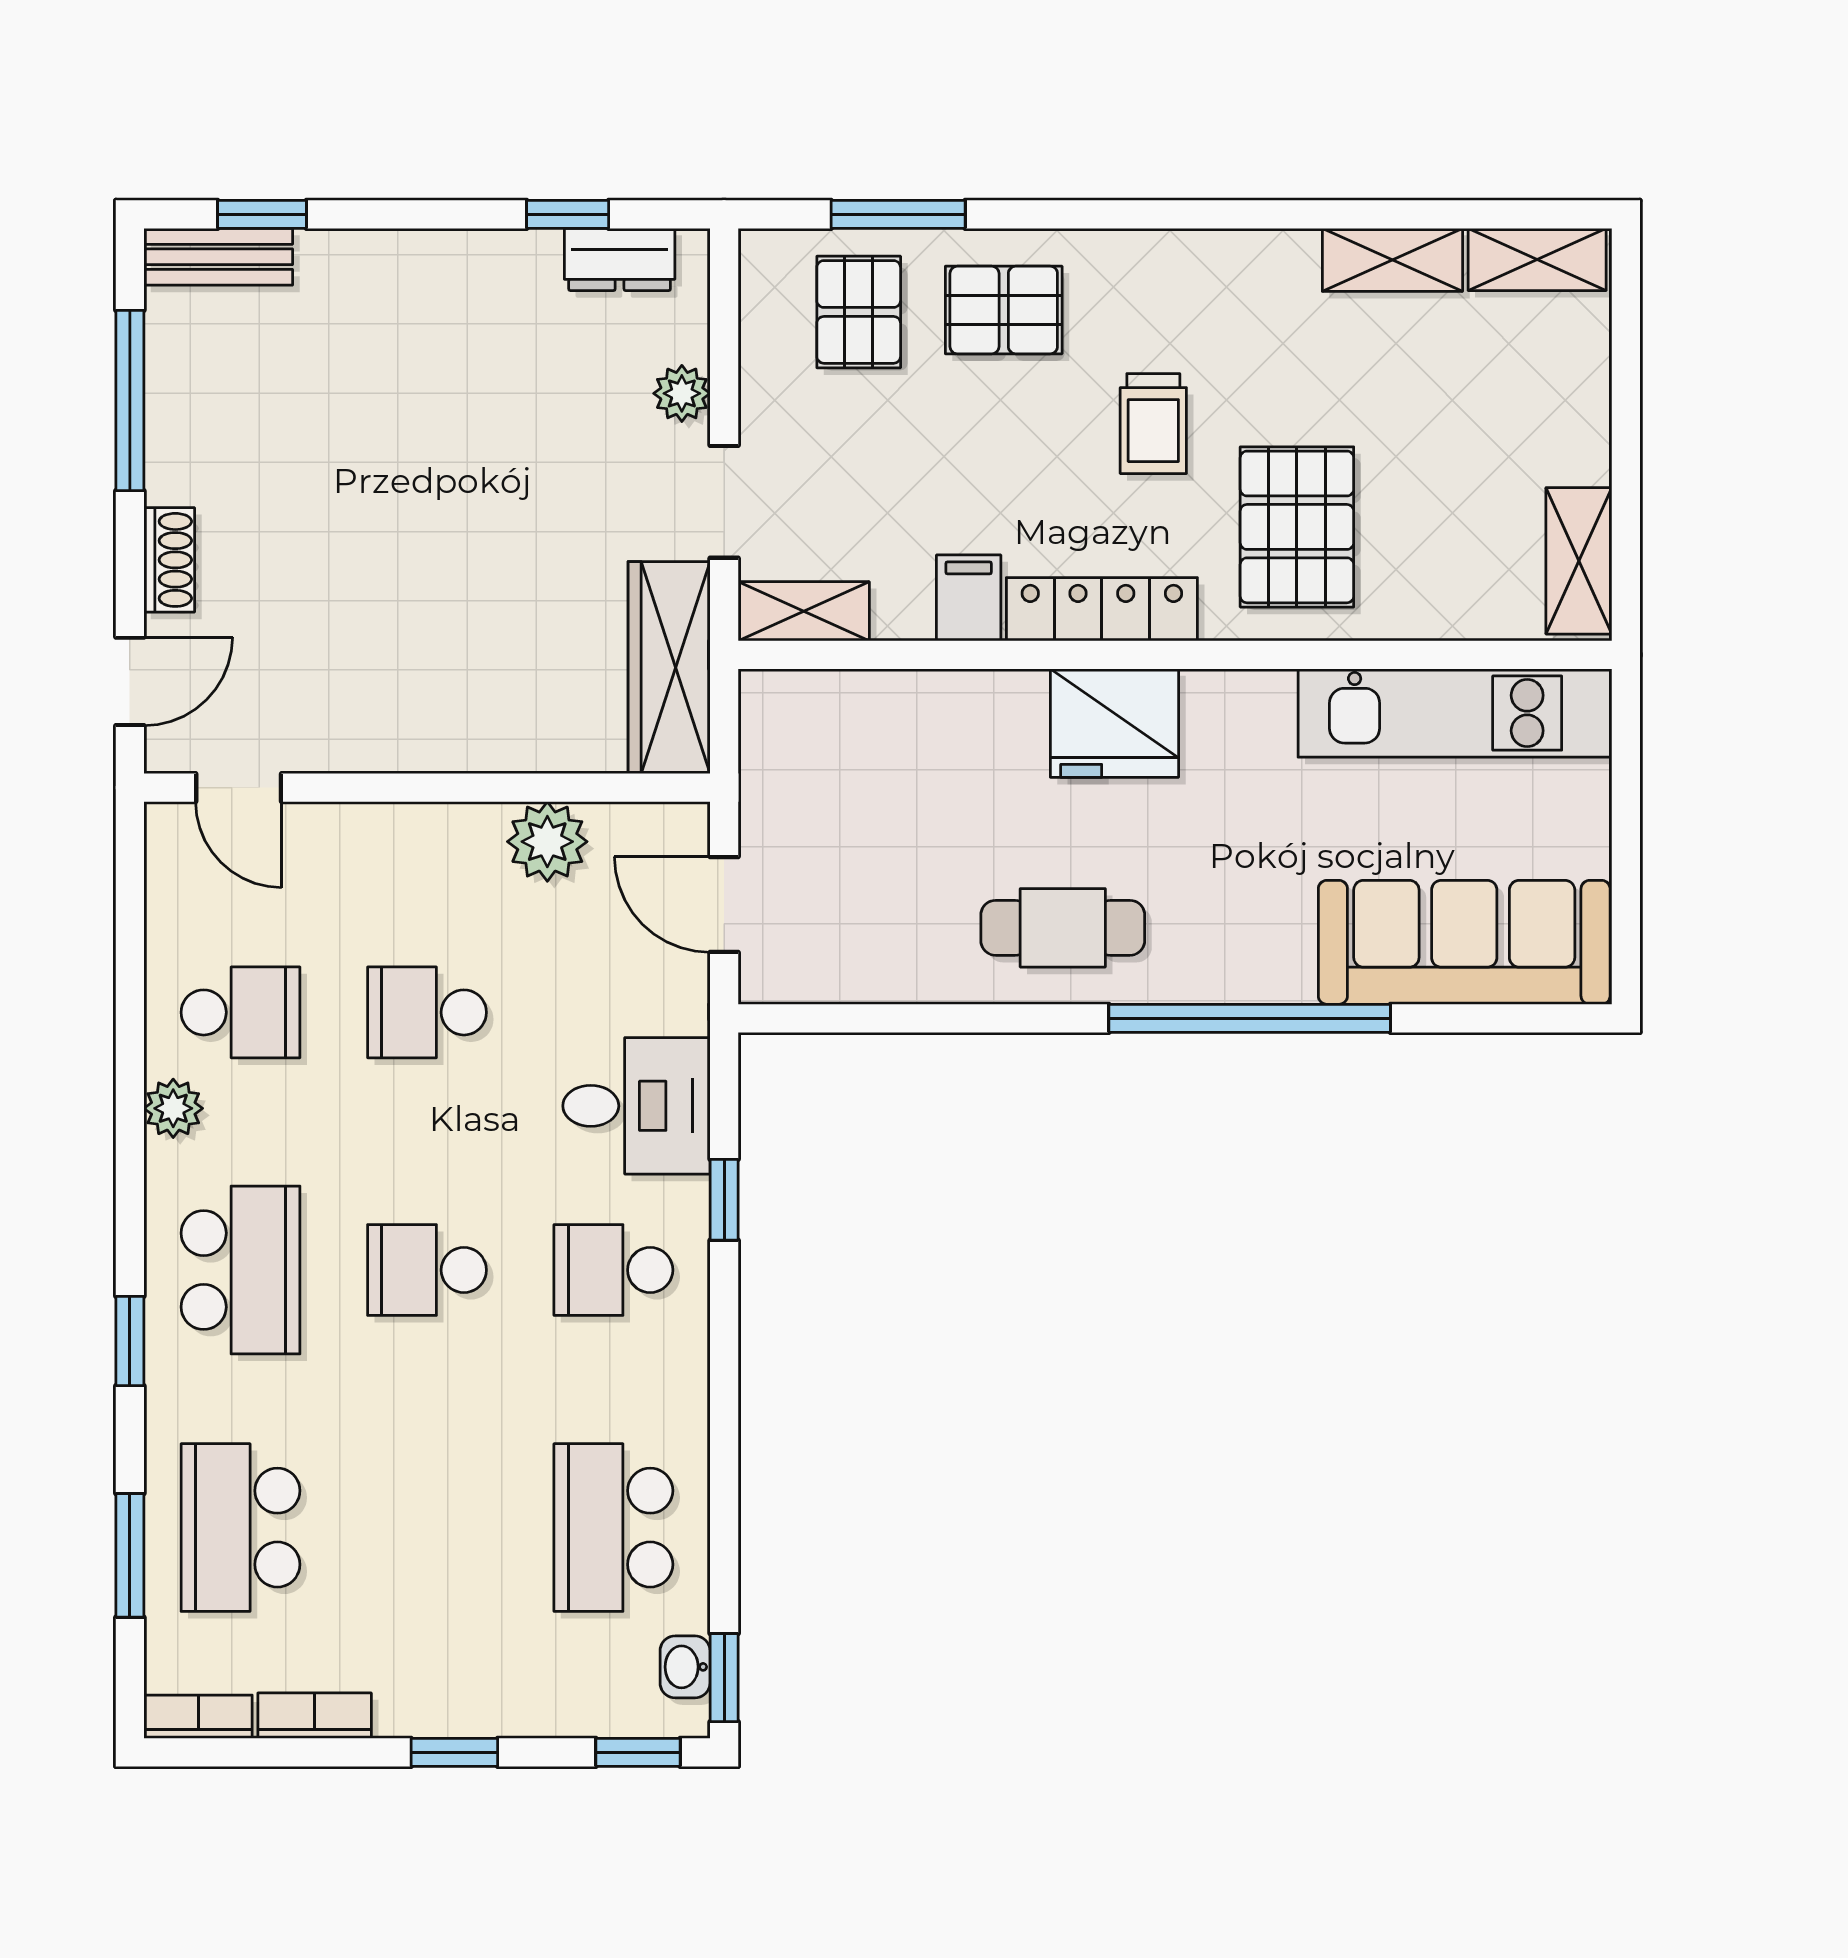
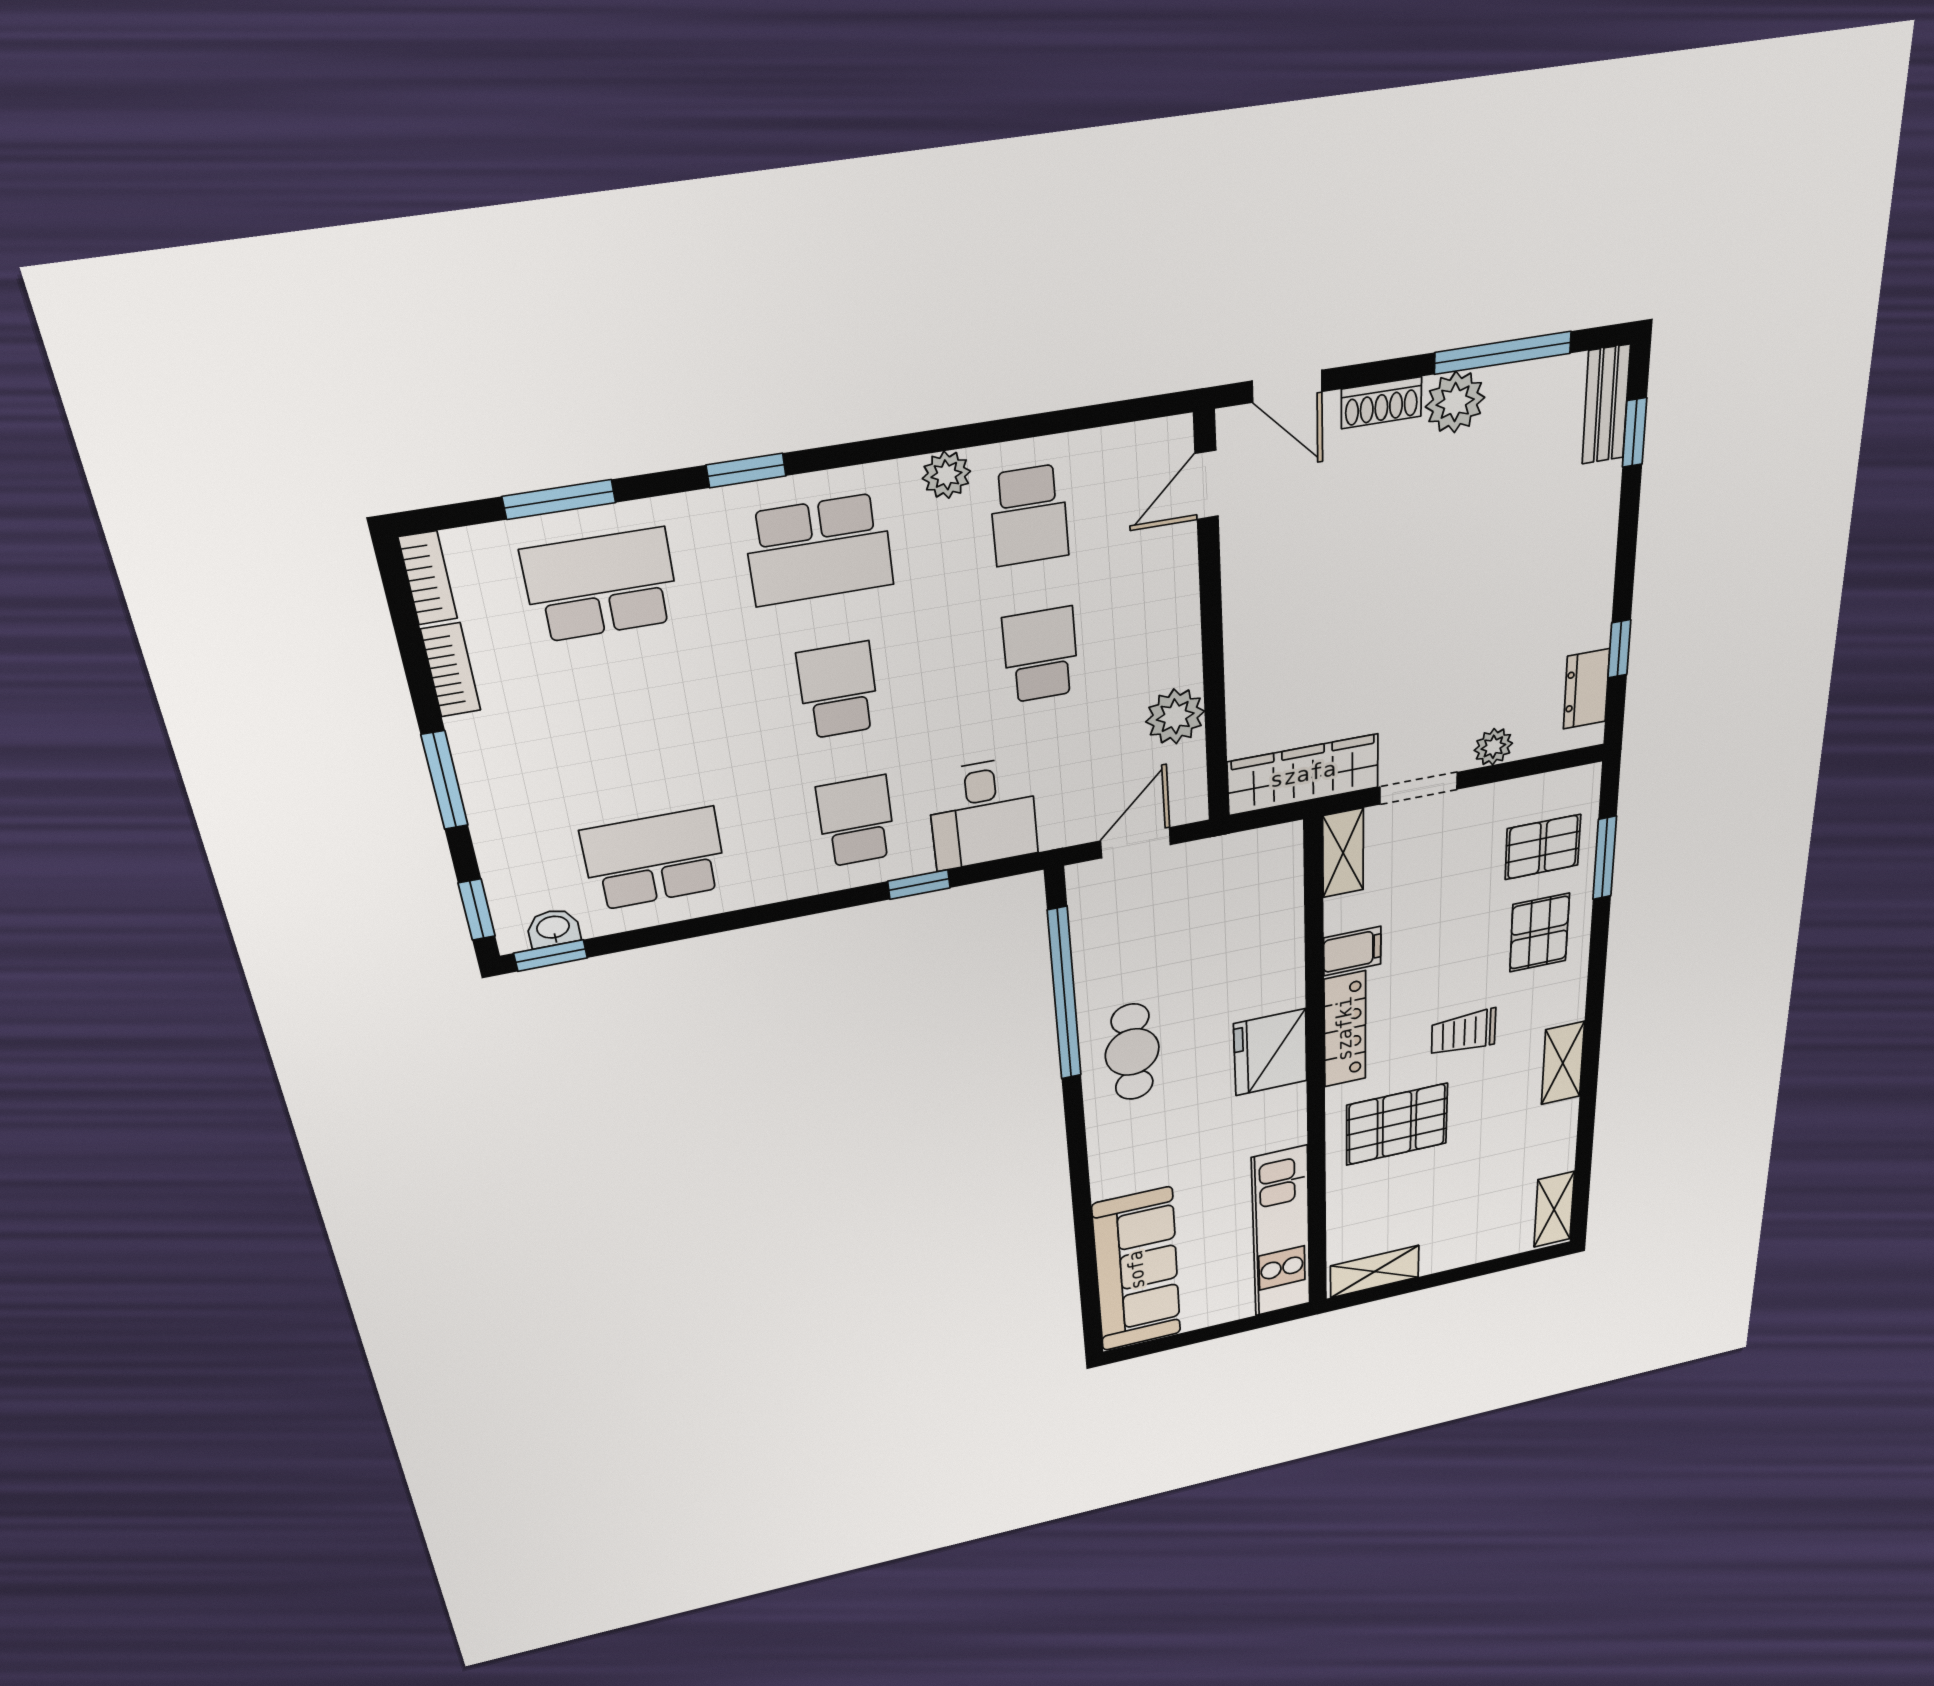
shelving: (1392, 260) -> (1563, 1063), moved
plant: (183, 462) -> (1455, 402), added
window: (1250, 1018) -> (1064, 994), moved
window: (454, 1752) -> (445, 780), width x1.50

